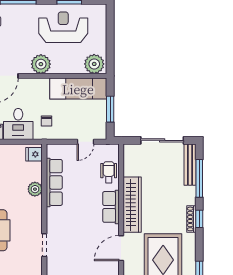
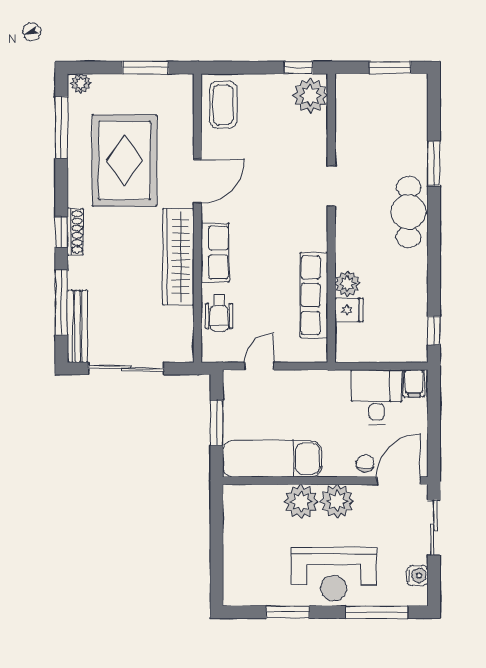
reception desk: (63, 27) -> (334, 574), moved
plant: (94, 64) -> (301, 502), moved
chair: (46, 121) -> (365, 463), moved
fridge: (34, 154) -> (349, 310), moved

